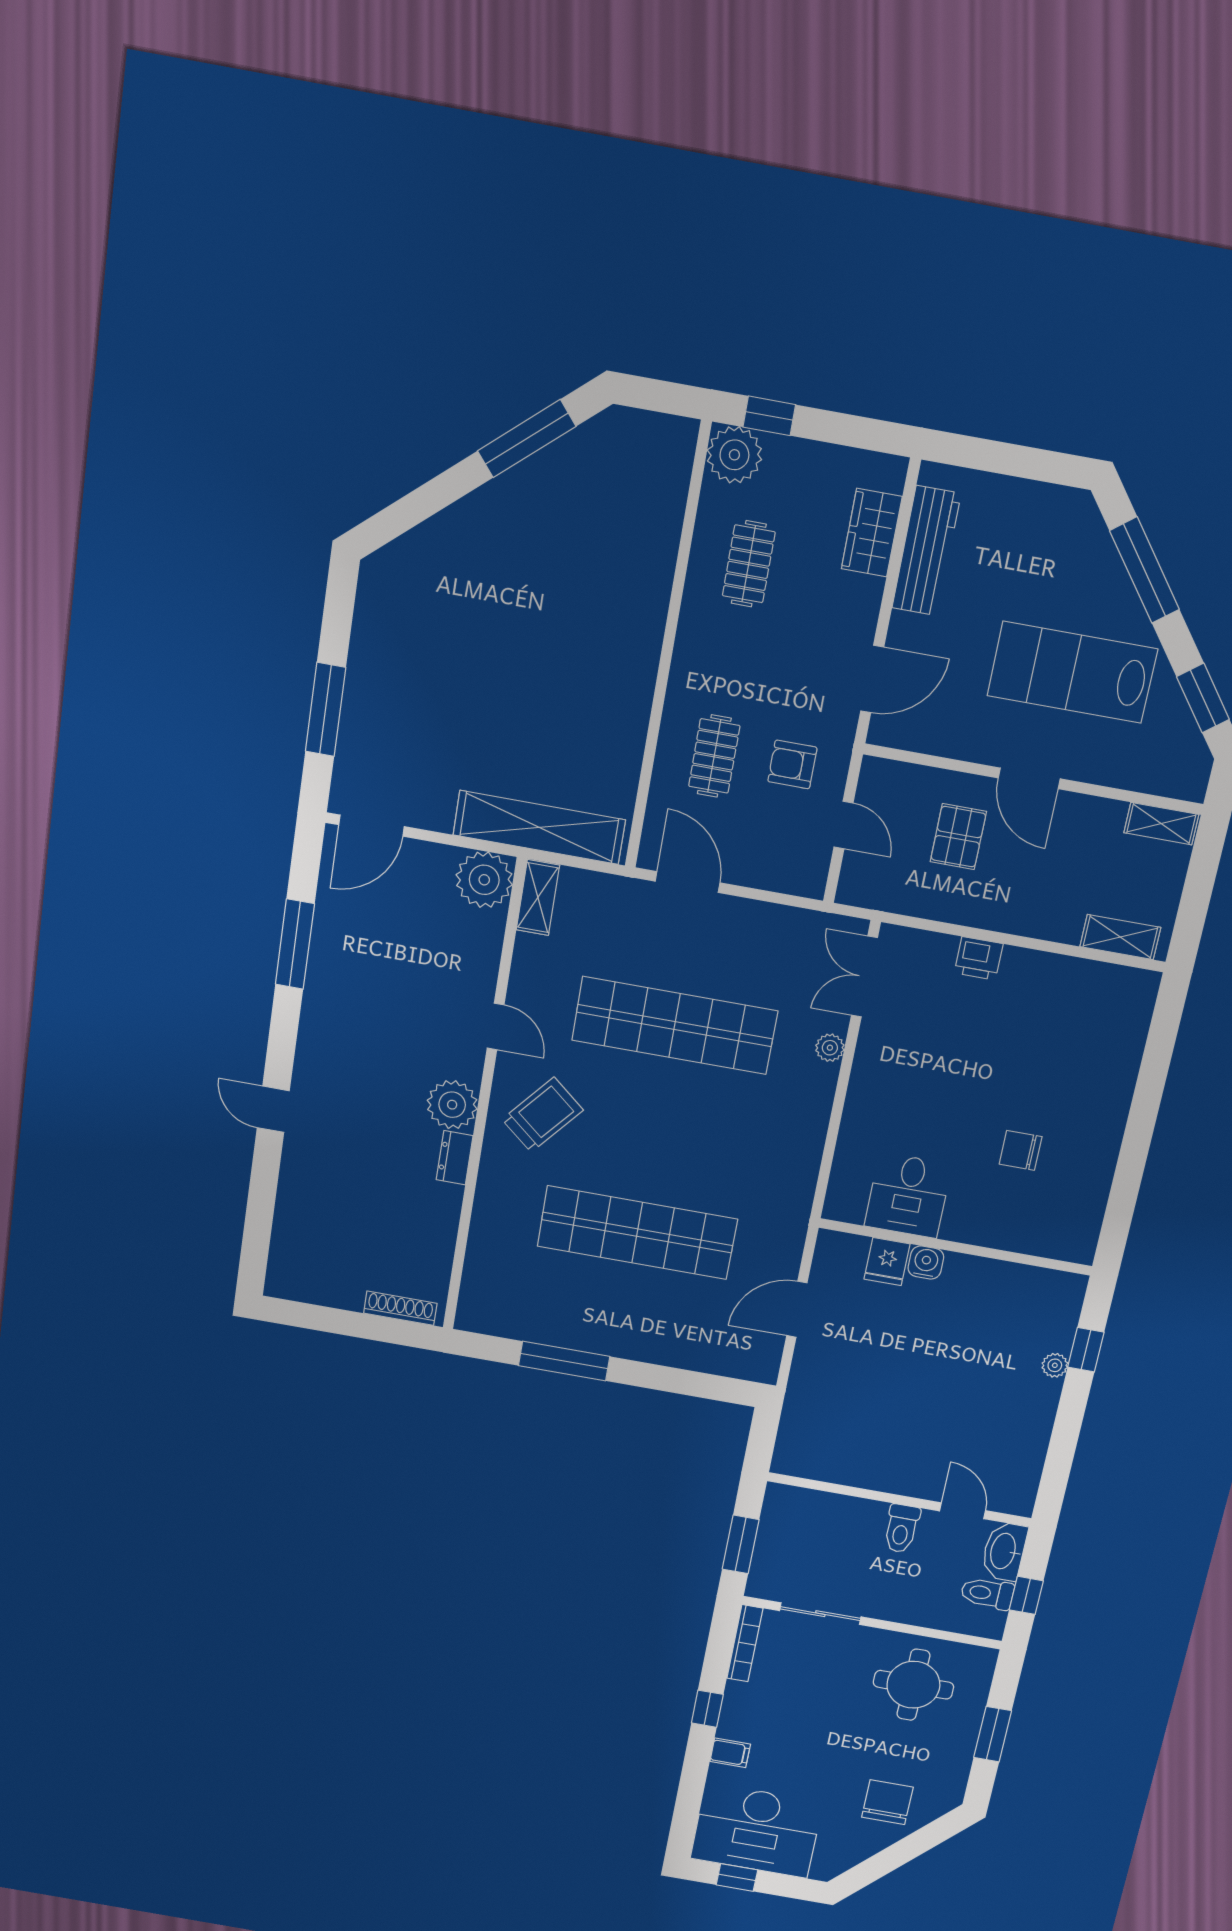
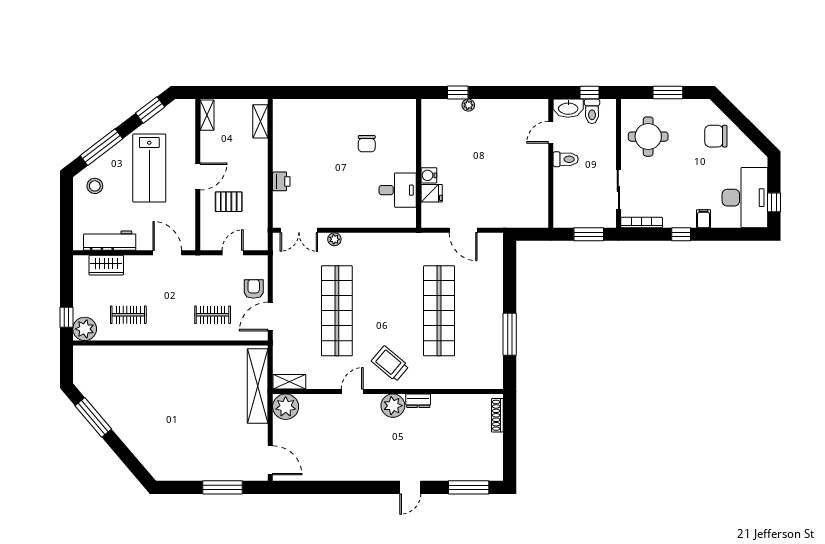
stool: (1059, 539) -> (95, 186), added
armchair: (792, 764) -> (254, 289), moved, turned 180
window: (295, 944) -> (469, 487), moved

